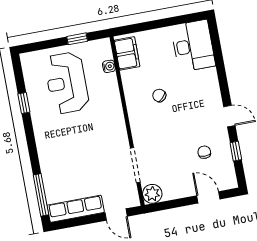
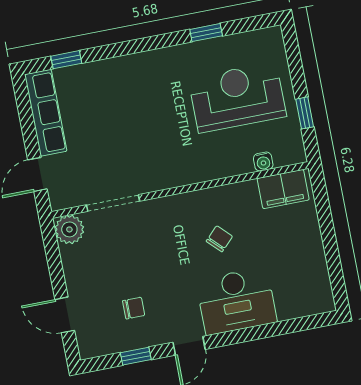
desk: (193, 46) -> (236, 301), moved
window: (41, 195) -> (66, 60), width x0.46
door: (208, 197) -> (65, 315), swing flipped

